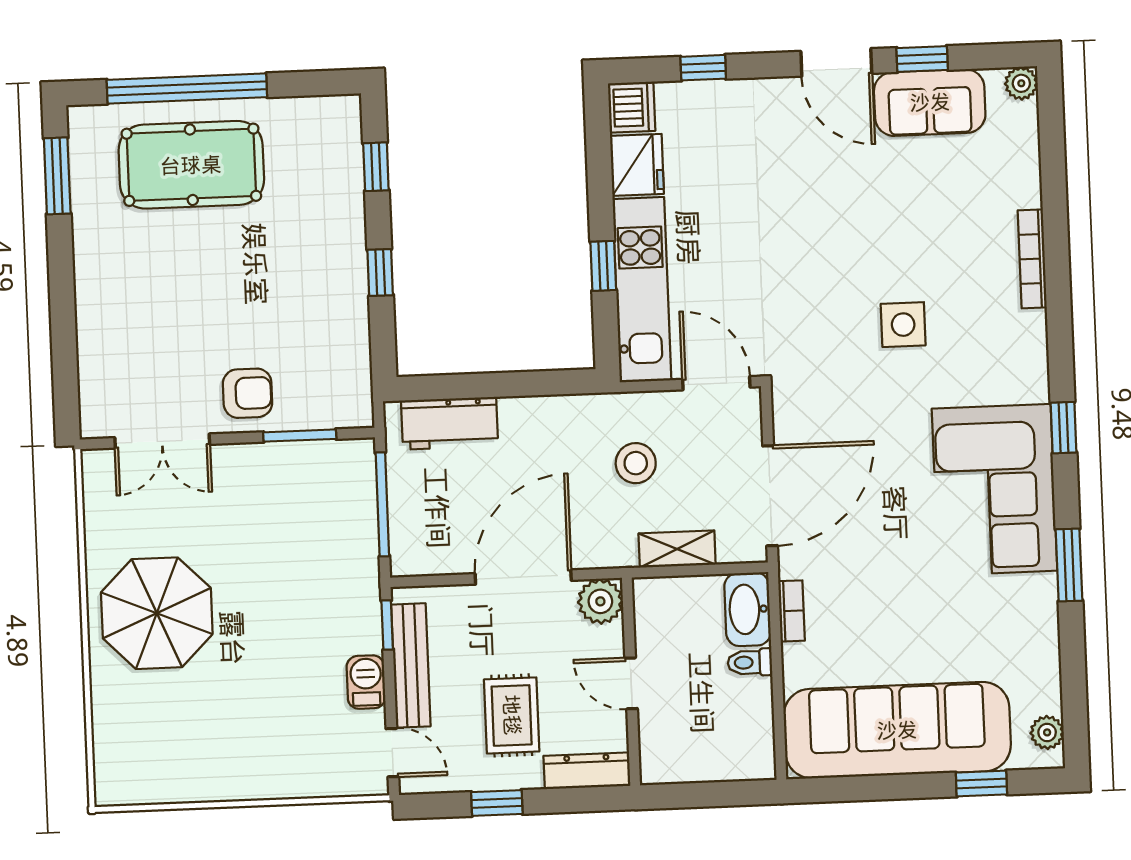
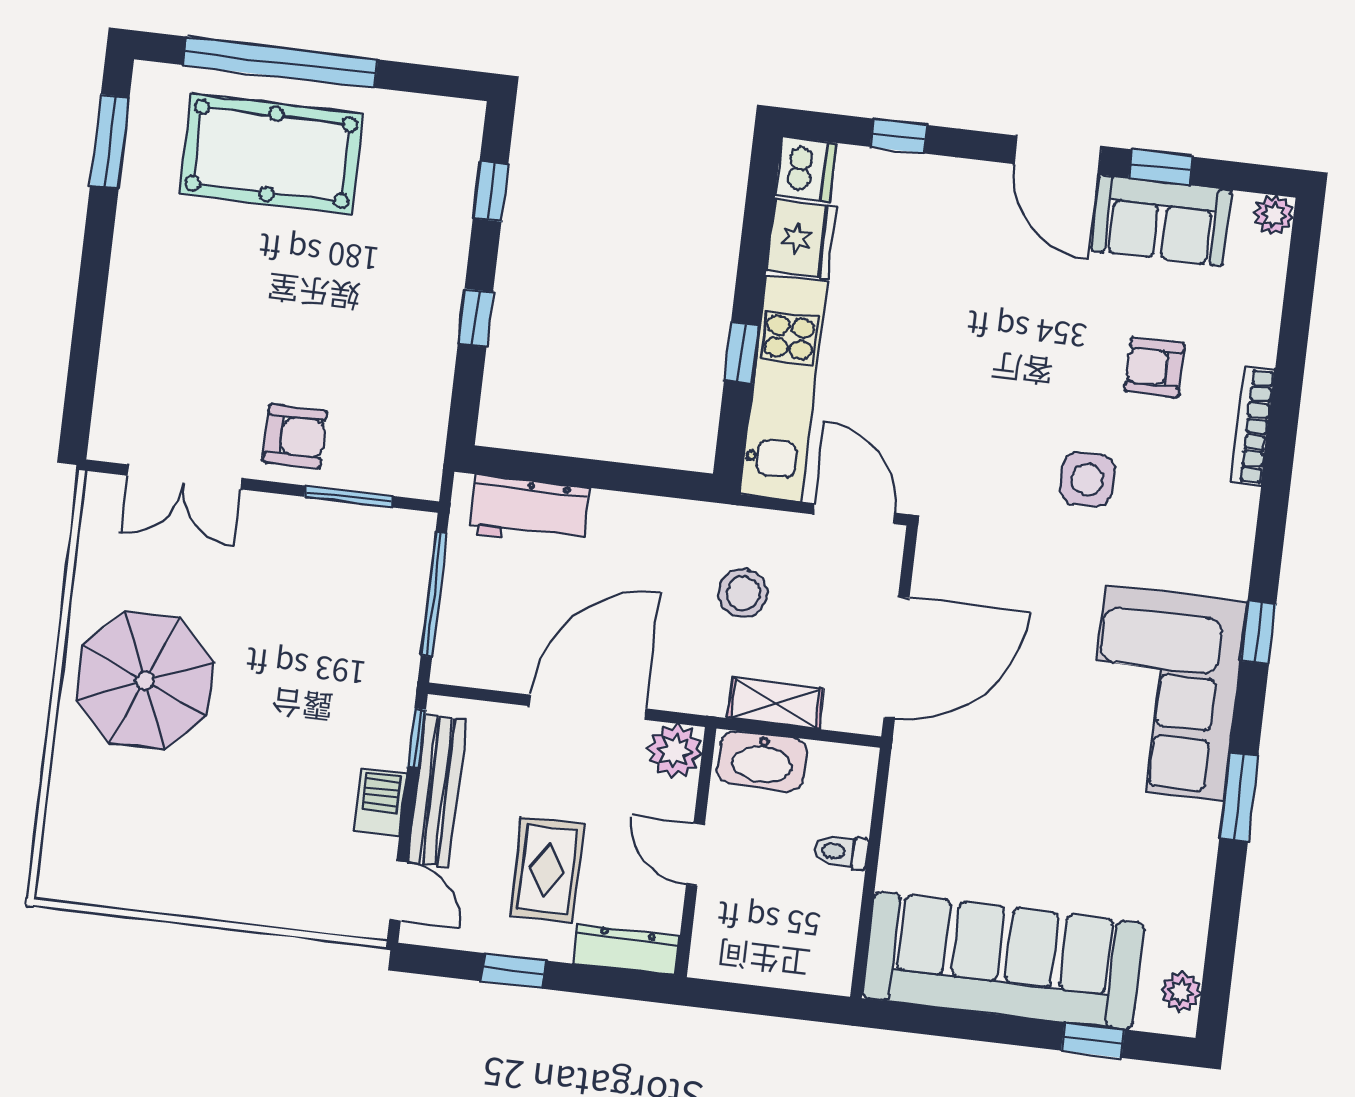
armchair: (944, 224) -> (1155, 367), added
washbasin: (748, 609) -> (762, 761), moved, turned -90
bookcase: (792, 611) -> (900, 799), removed

